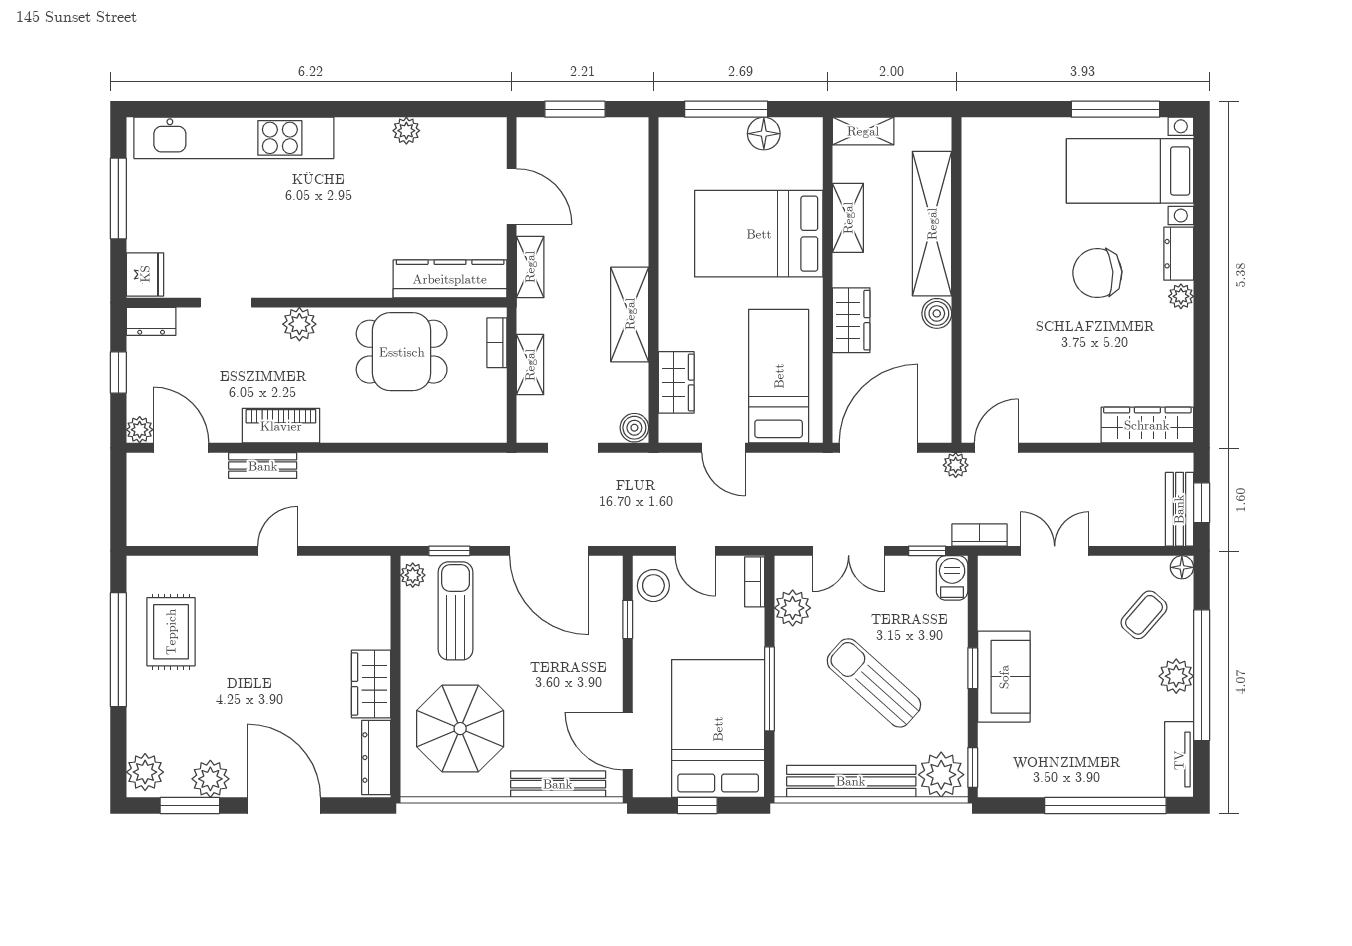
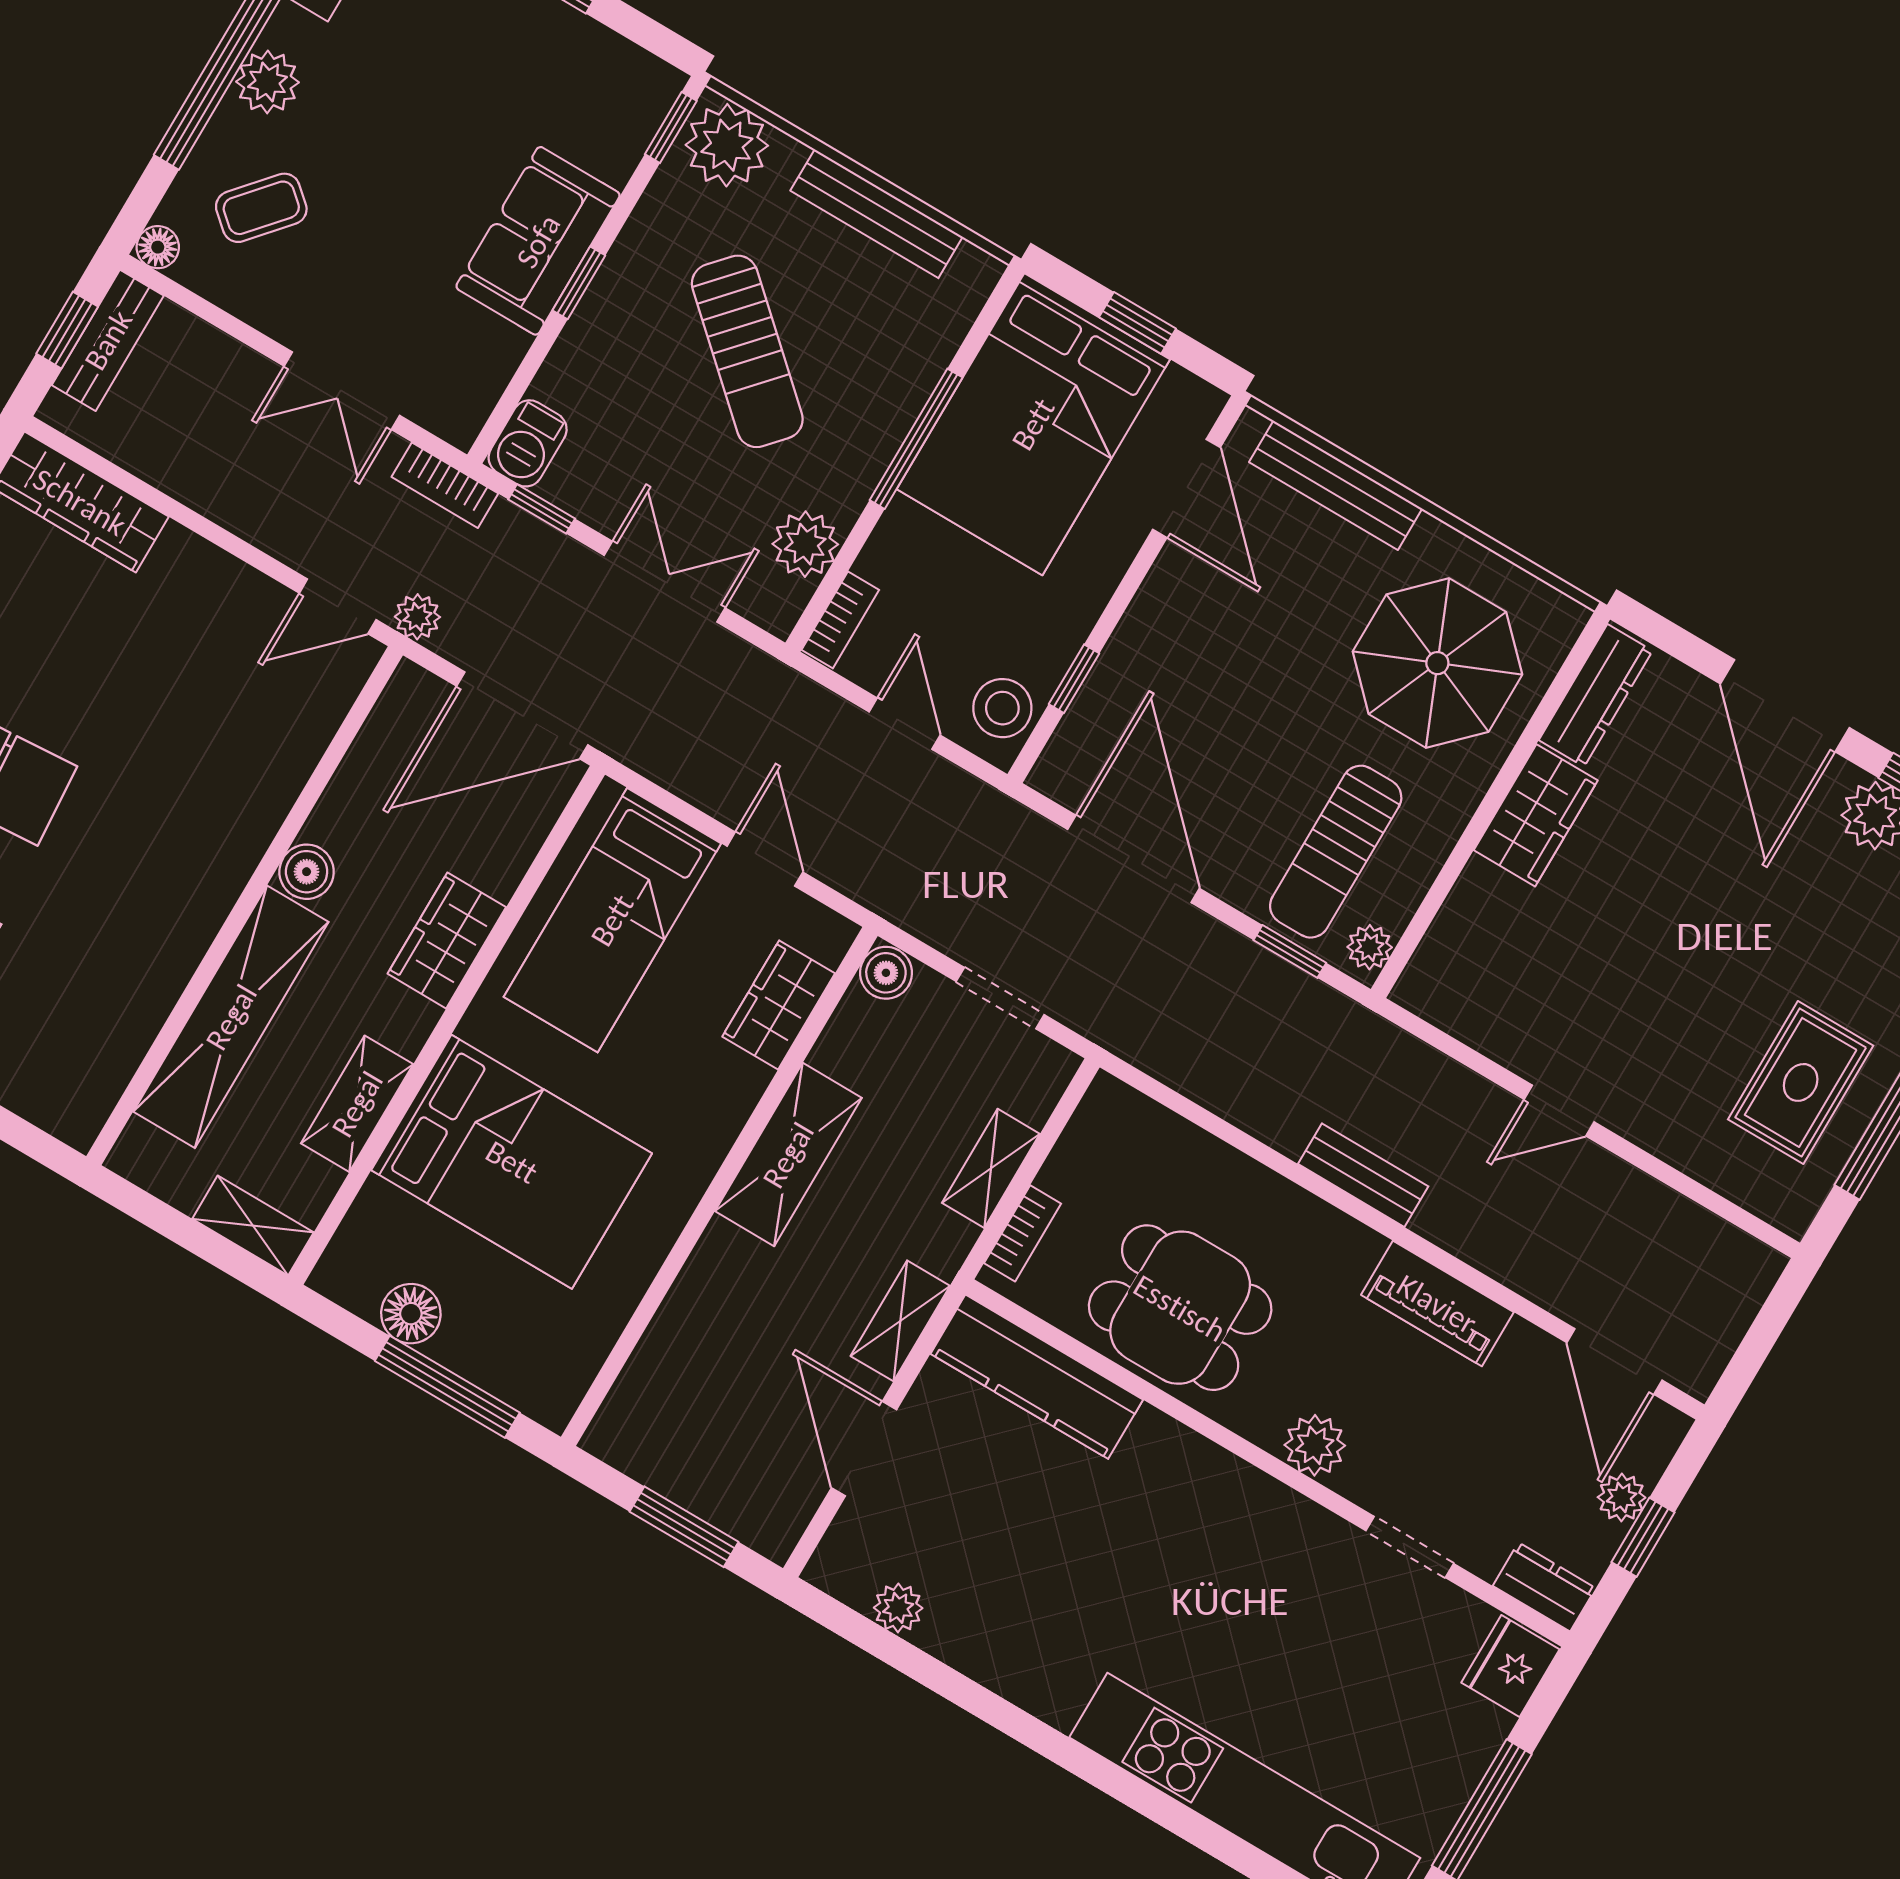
plant: (406, 131) -> (898, 1608), moved
plant: (140, 430) -> (1622, 1497), moved
bench: (263, 466) -> (1363, 1175), moved
bench: (851, 781) -> (877, 214), width x0.73, depth x0.82

